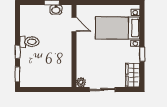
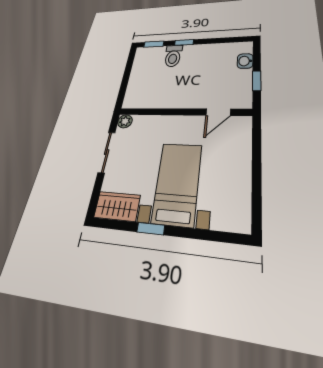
washbasin: (56, 10) -> (245, 61), moved
bed with nightstands: (118, 28) -> (177, 183), moved
toilet: (29, 42) -> (173, 56), moved

